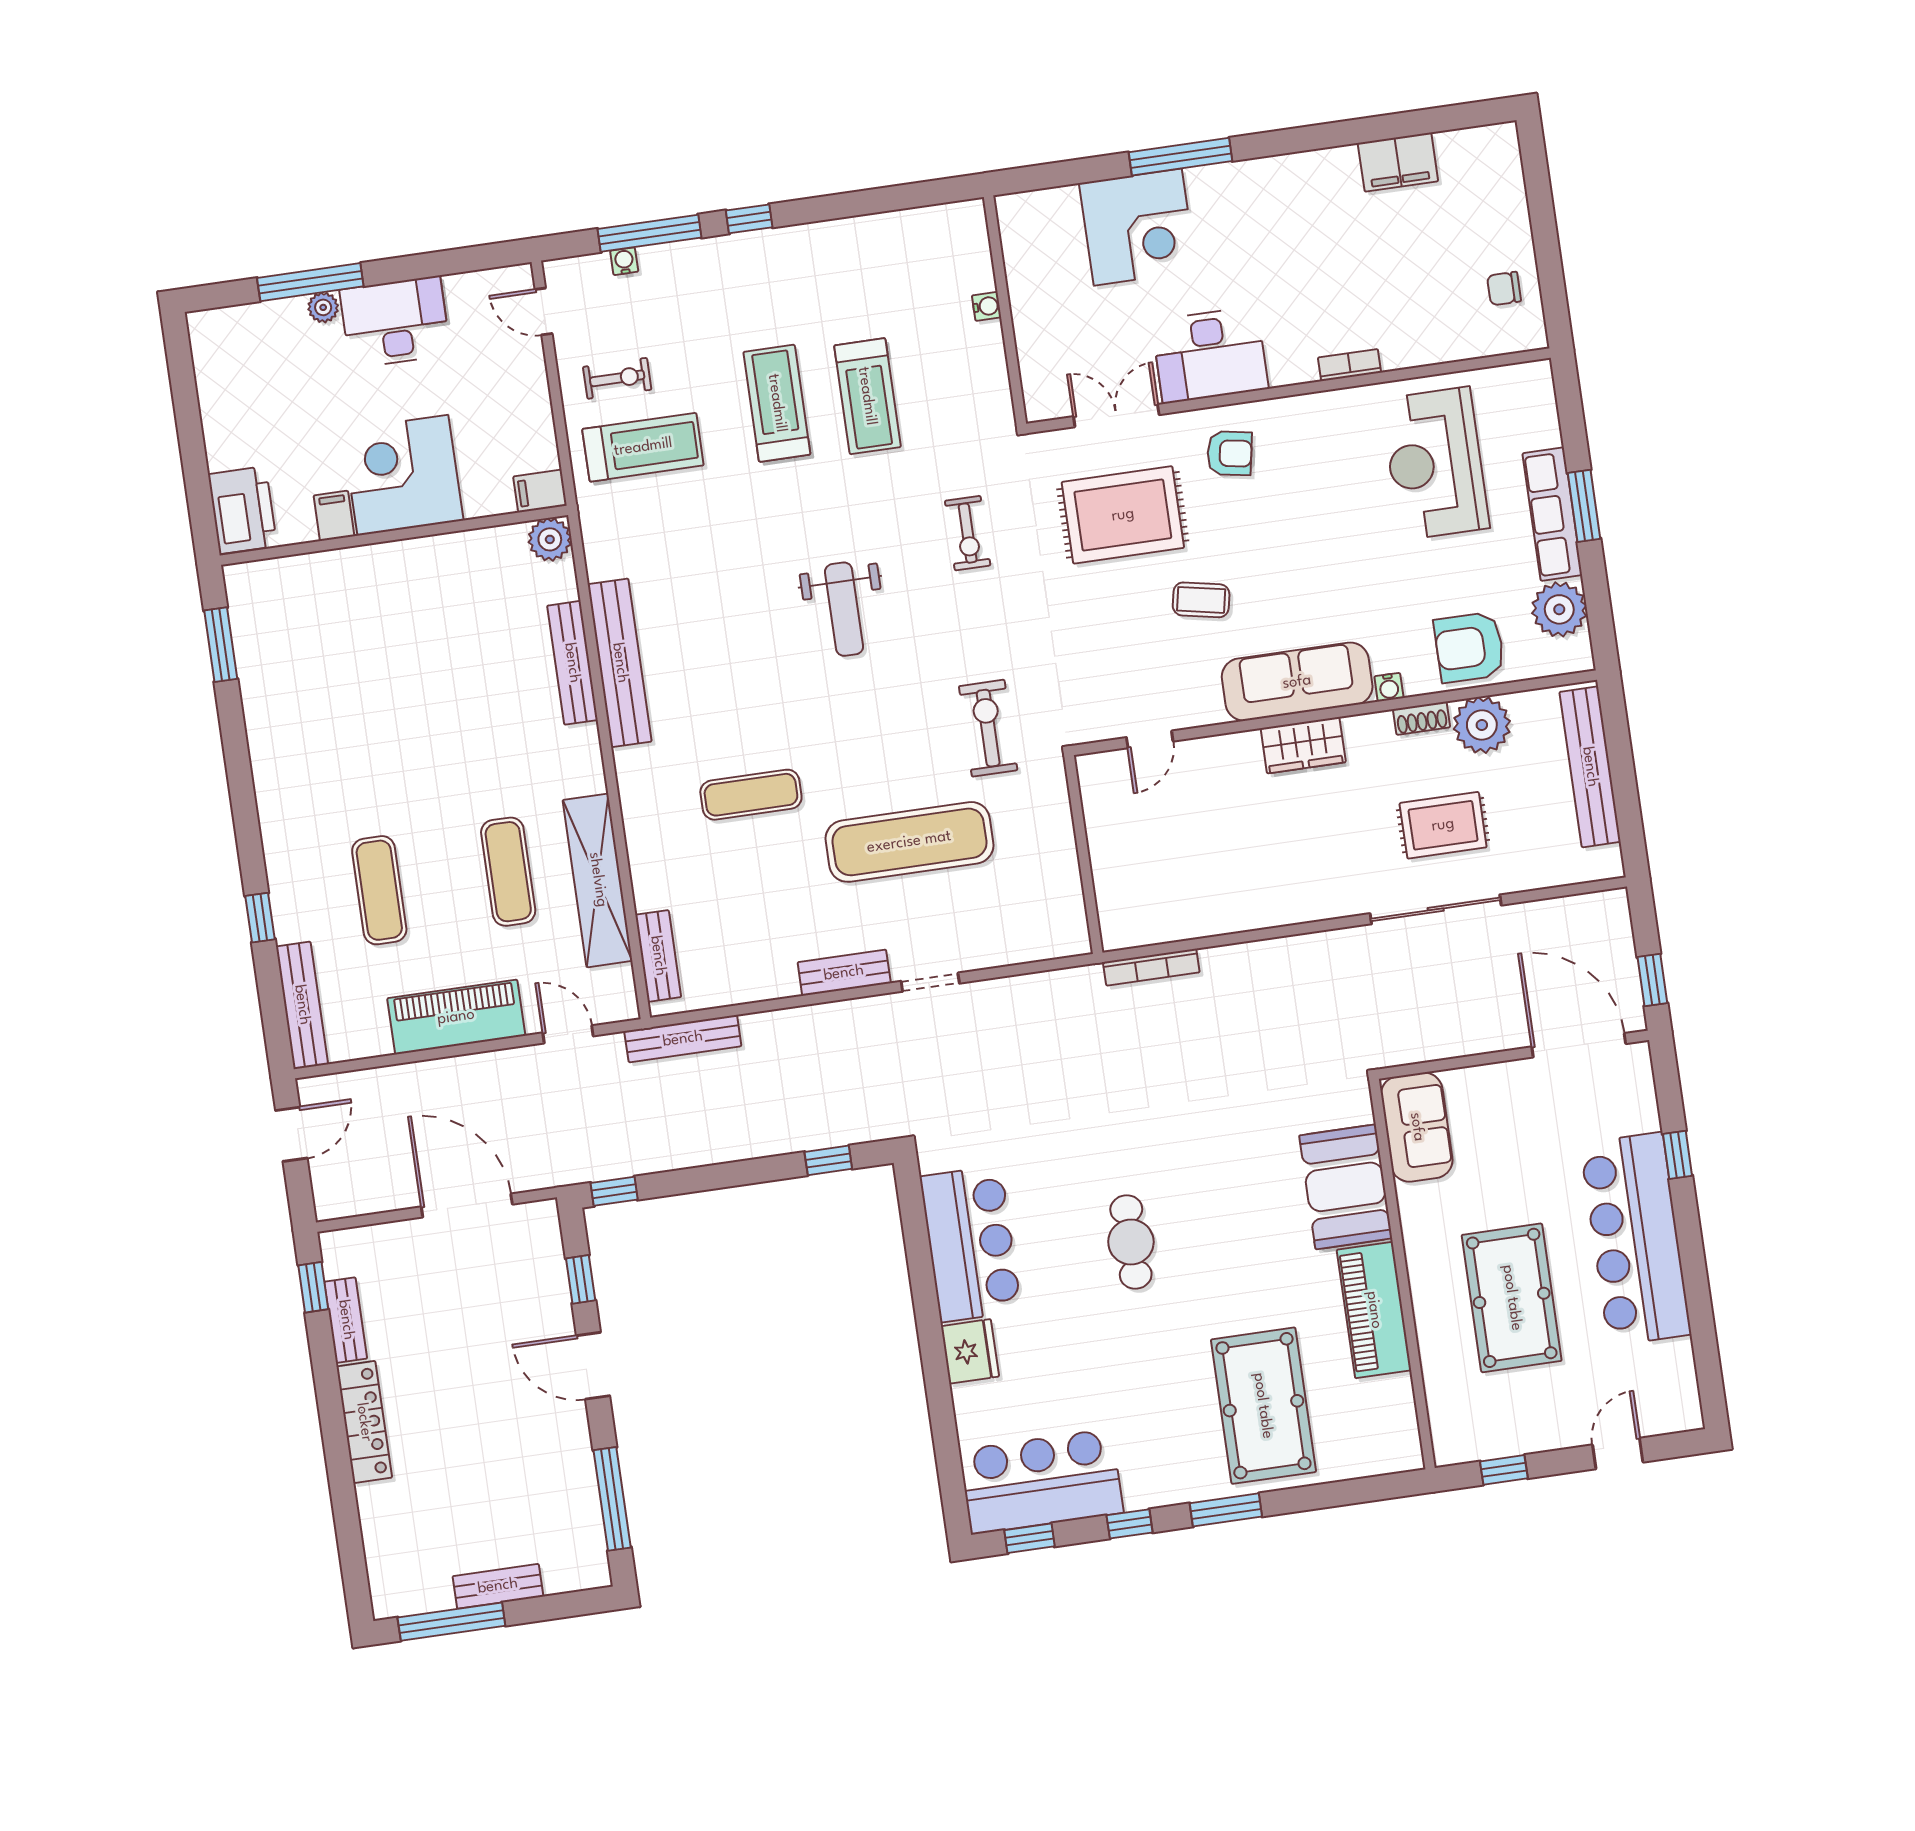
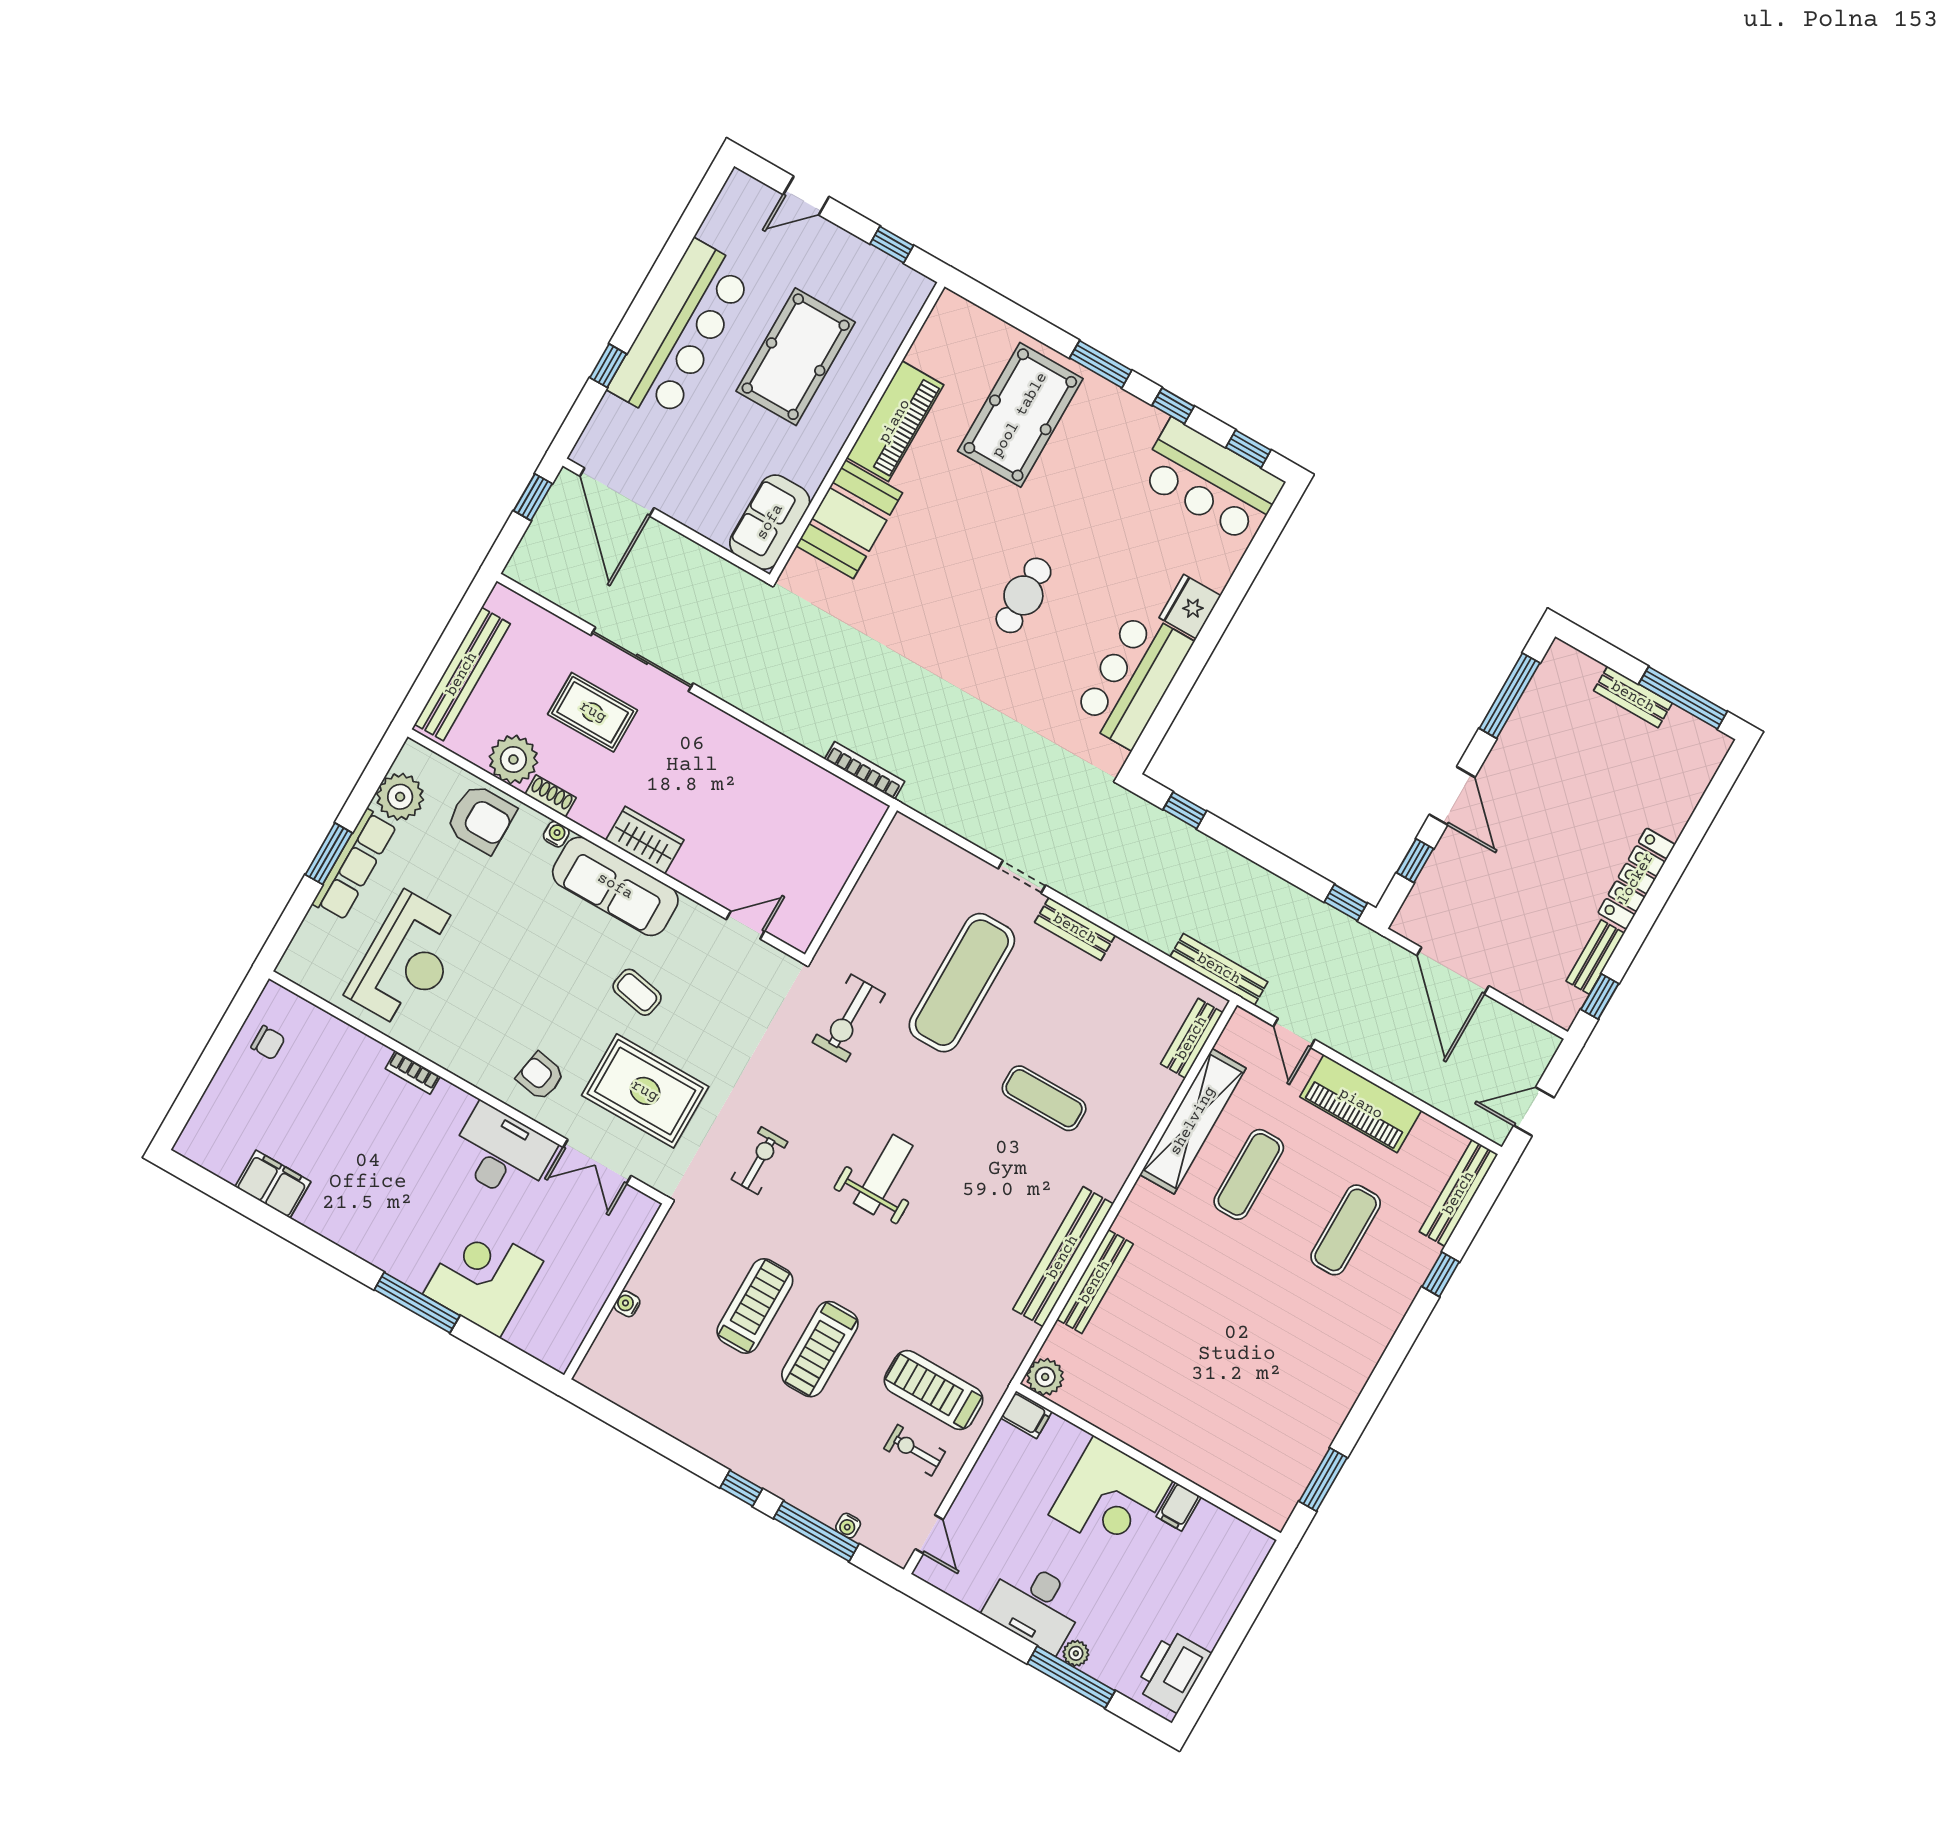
printer: (243, 510) -> (1173, 1671), moved
exercise mat: (909, 842) -> (962, 983), turned 90

